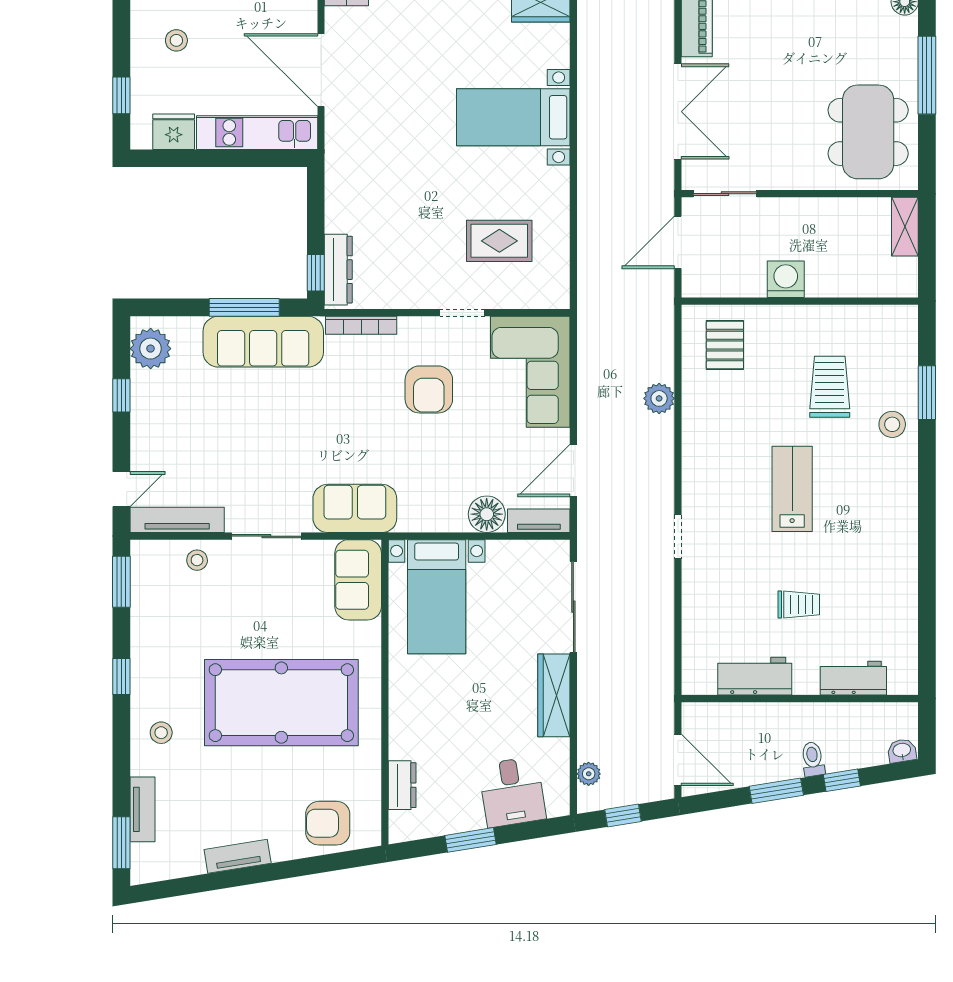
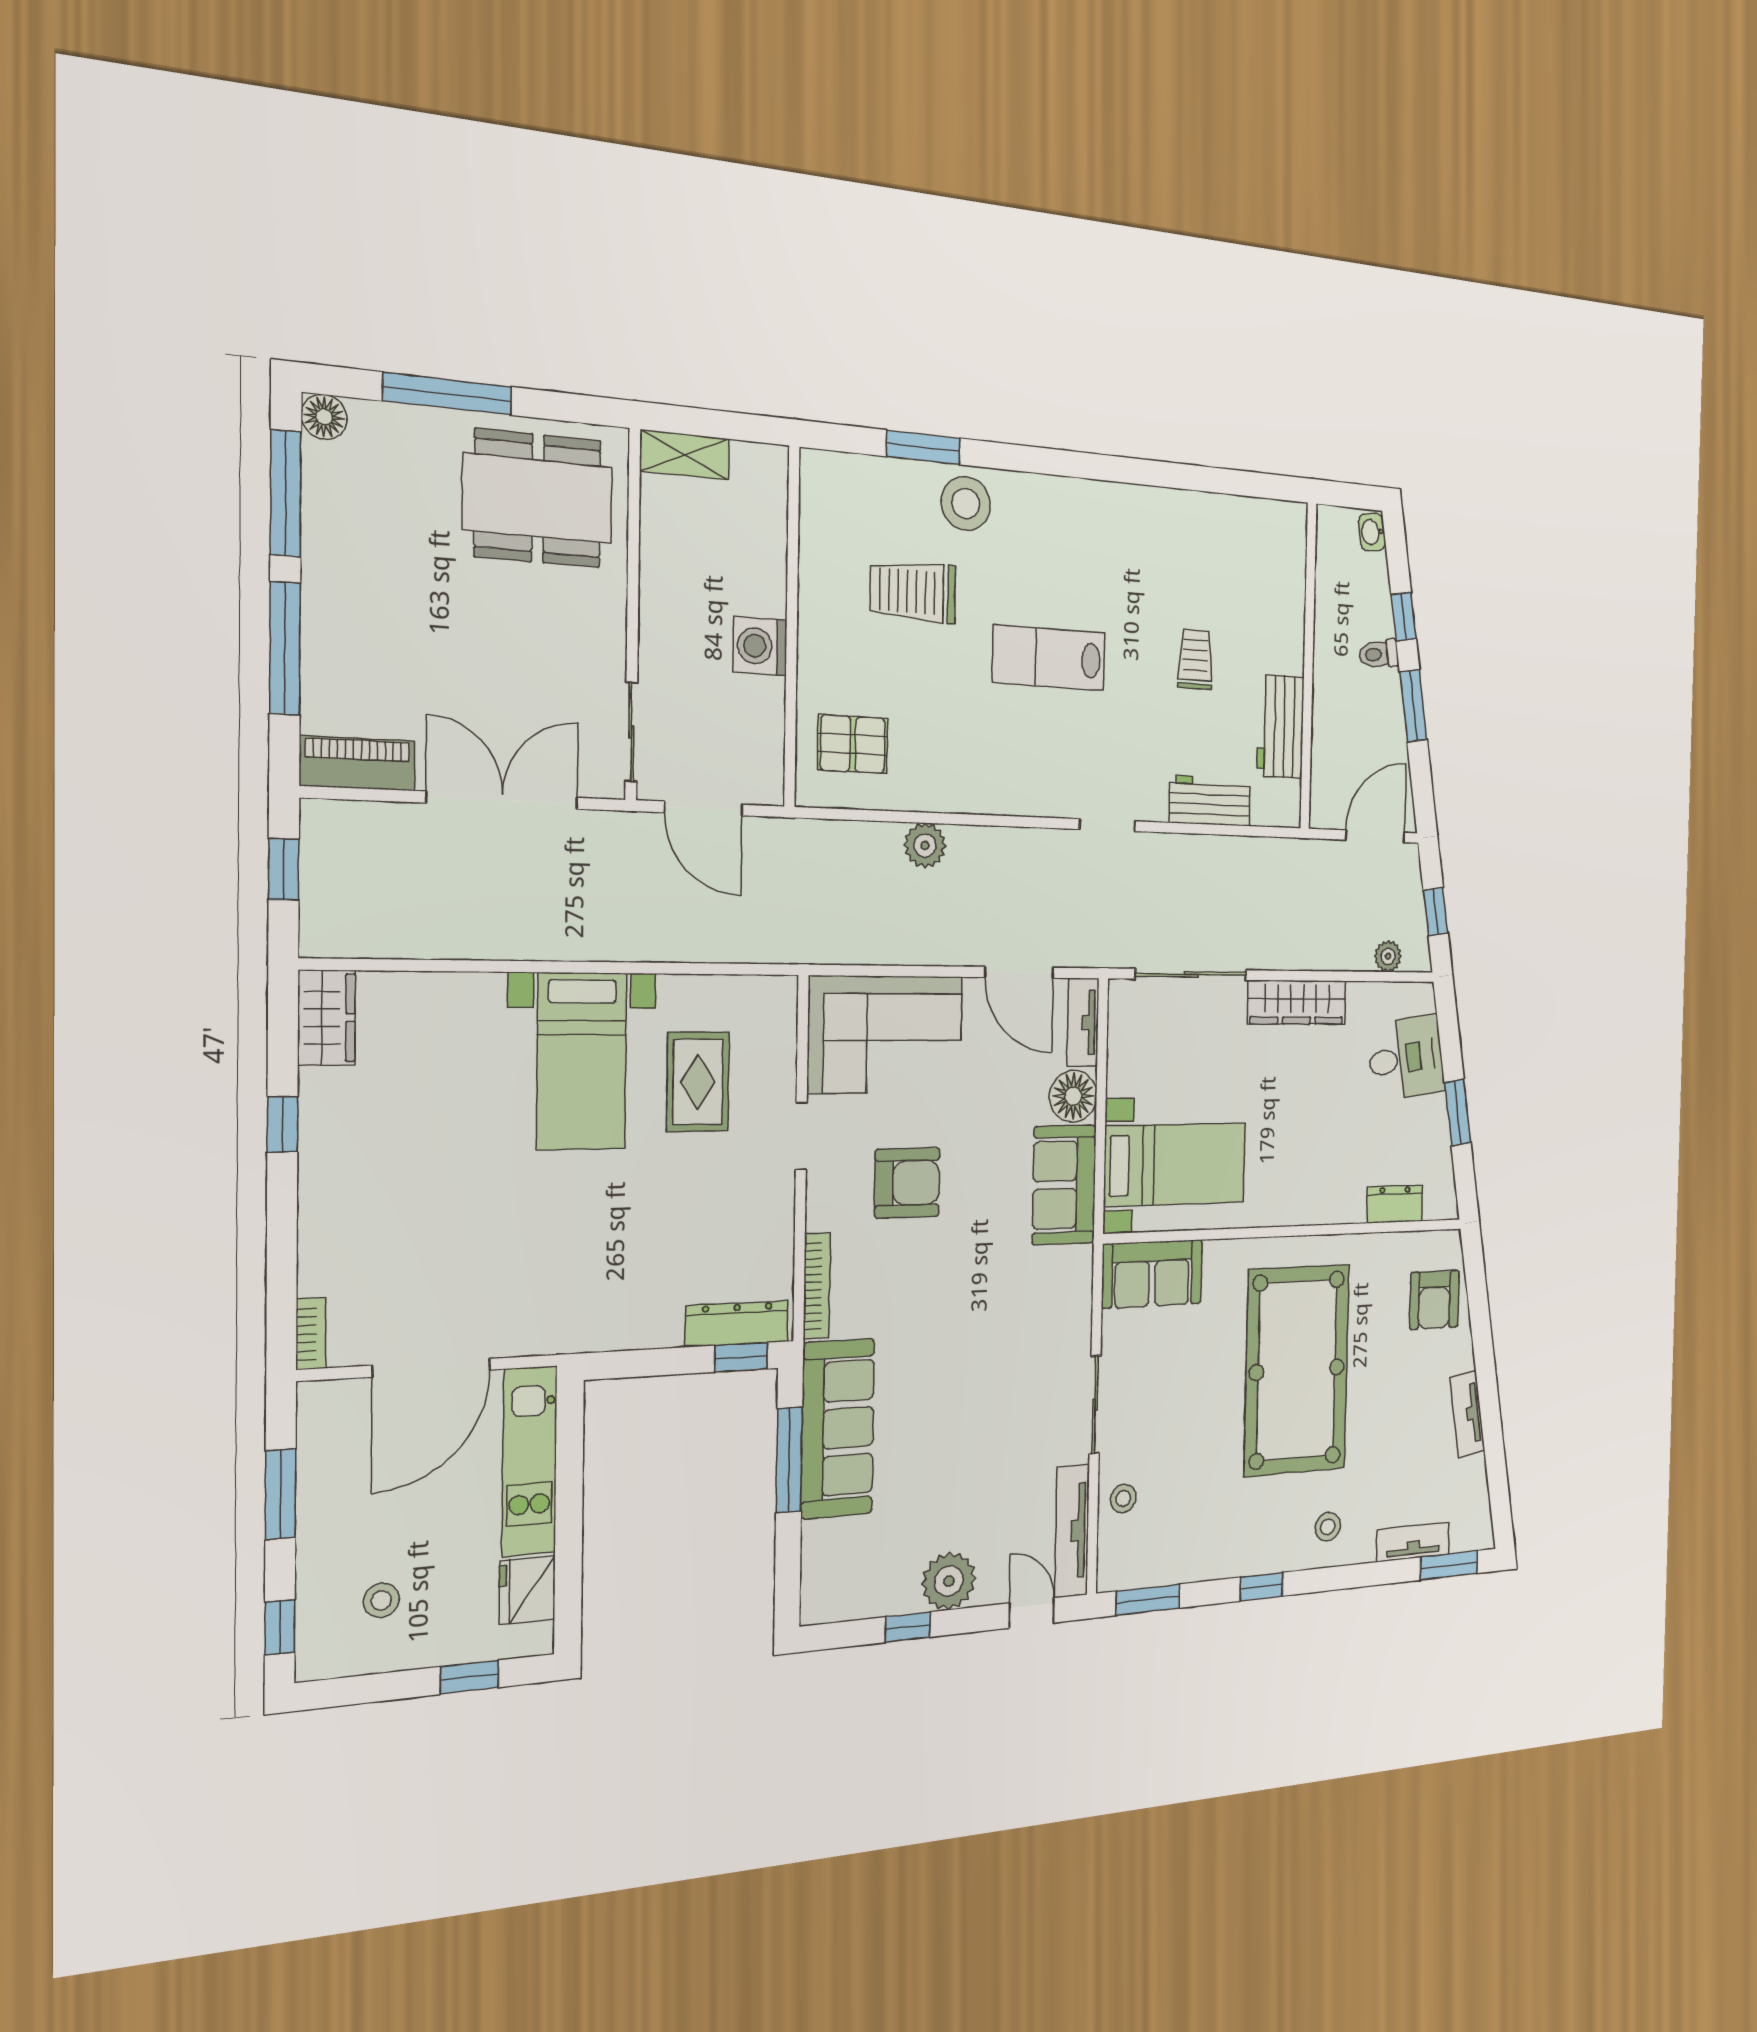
bed with nightstands: (513, 117) -> (582, 1061), moved
plant: (151, 349) -> (949, 1581), moved
stool: (892, 424) -> (966, 504), width x1.38, depth x1.38
sofa: (355, 508) -> (1064, 1185), moved
workbench: (853, 678) -> (1210, 801), moved, turned 90

